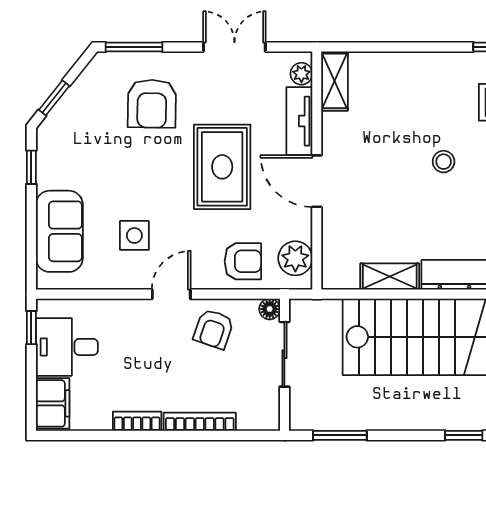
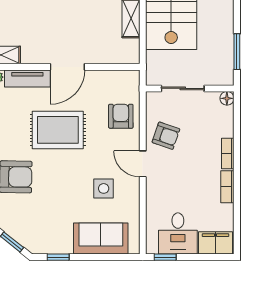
plant: (295, 258) -> (119, 81), removed
floor lamp: (270, 309) -> (227, 98), moved
bookcase: (200, 422) -> (228, 154), width x0.64

